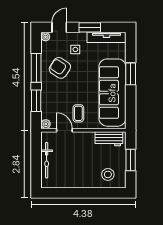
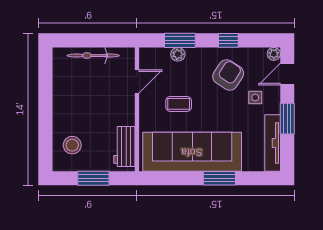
door: (59, 27) -> (287, 74), swing flipped
window: (36, 68) -> (228, 40), width x0.46
coffee table: (78, 113) -> (179, 104), moved
plant: (46, 124) -> (178, 54), moved

